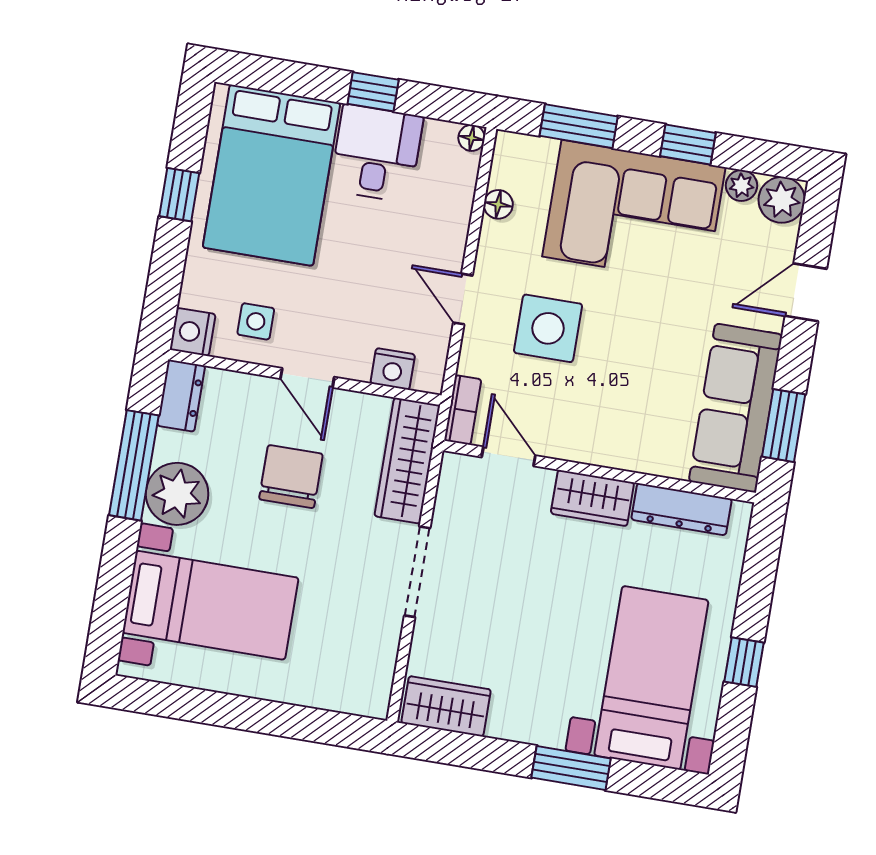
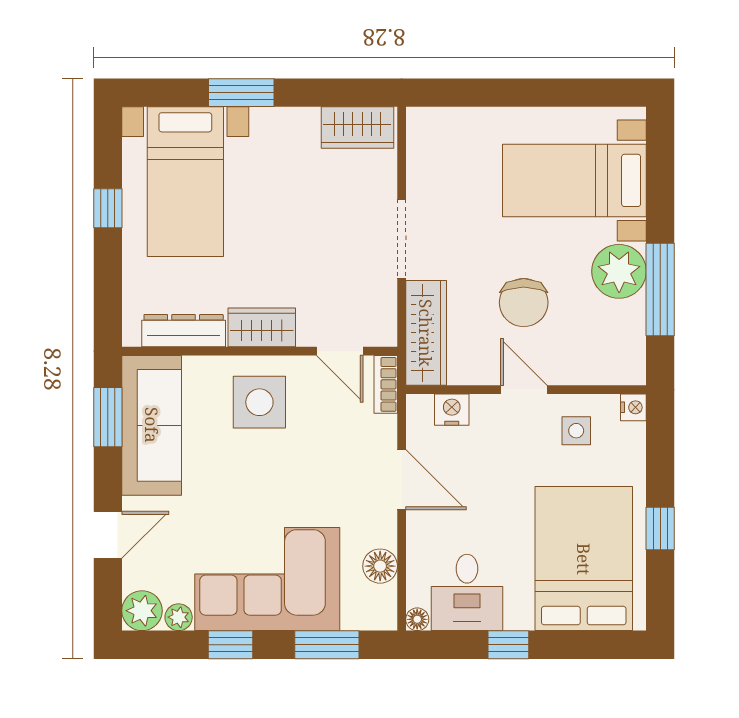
desk: (376, 153) -> (467, 592), moved
floor lamp: (498, 204) -> (380, 566), width x1.37, depth x1.37
door: (463, 299) -> (402, 480), width x1.38
side table: (548, 328) -> (259, 402), moved
nightstand: (193, 332) -> (633, 407), width x0.72, depth x0.74
dresser: (181, 396) -> (630, 356), removed

